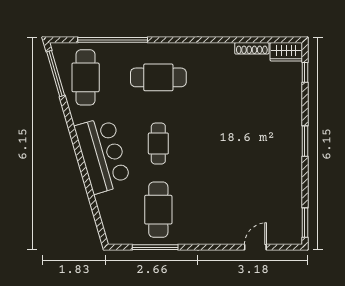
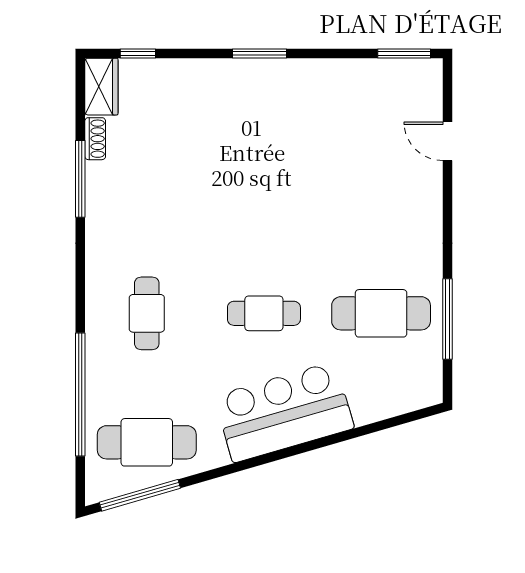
window: (234, 40) -> (80, 179), added
shoe rack: (252, 48) -> (95, 139), width x0.70
cafe table: (158, 77) -> (147, 313), width x0.73, depth x0.74

